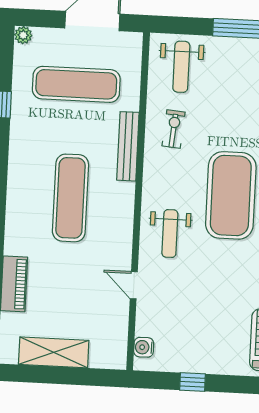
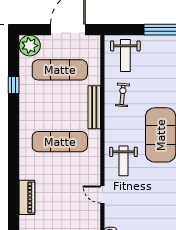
plant: (23, 35) -> (30, 46), width x1.88, depth x1.88
exercise mat: (70, 198) -> (60, 142), turned 90

